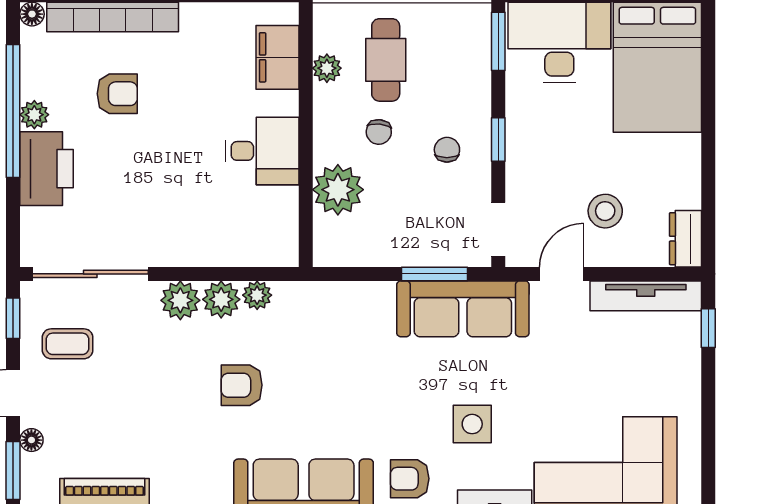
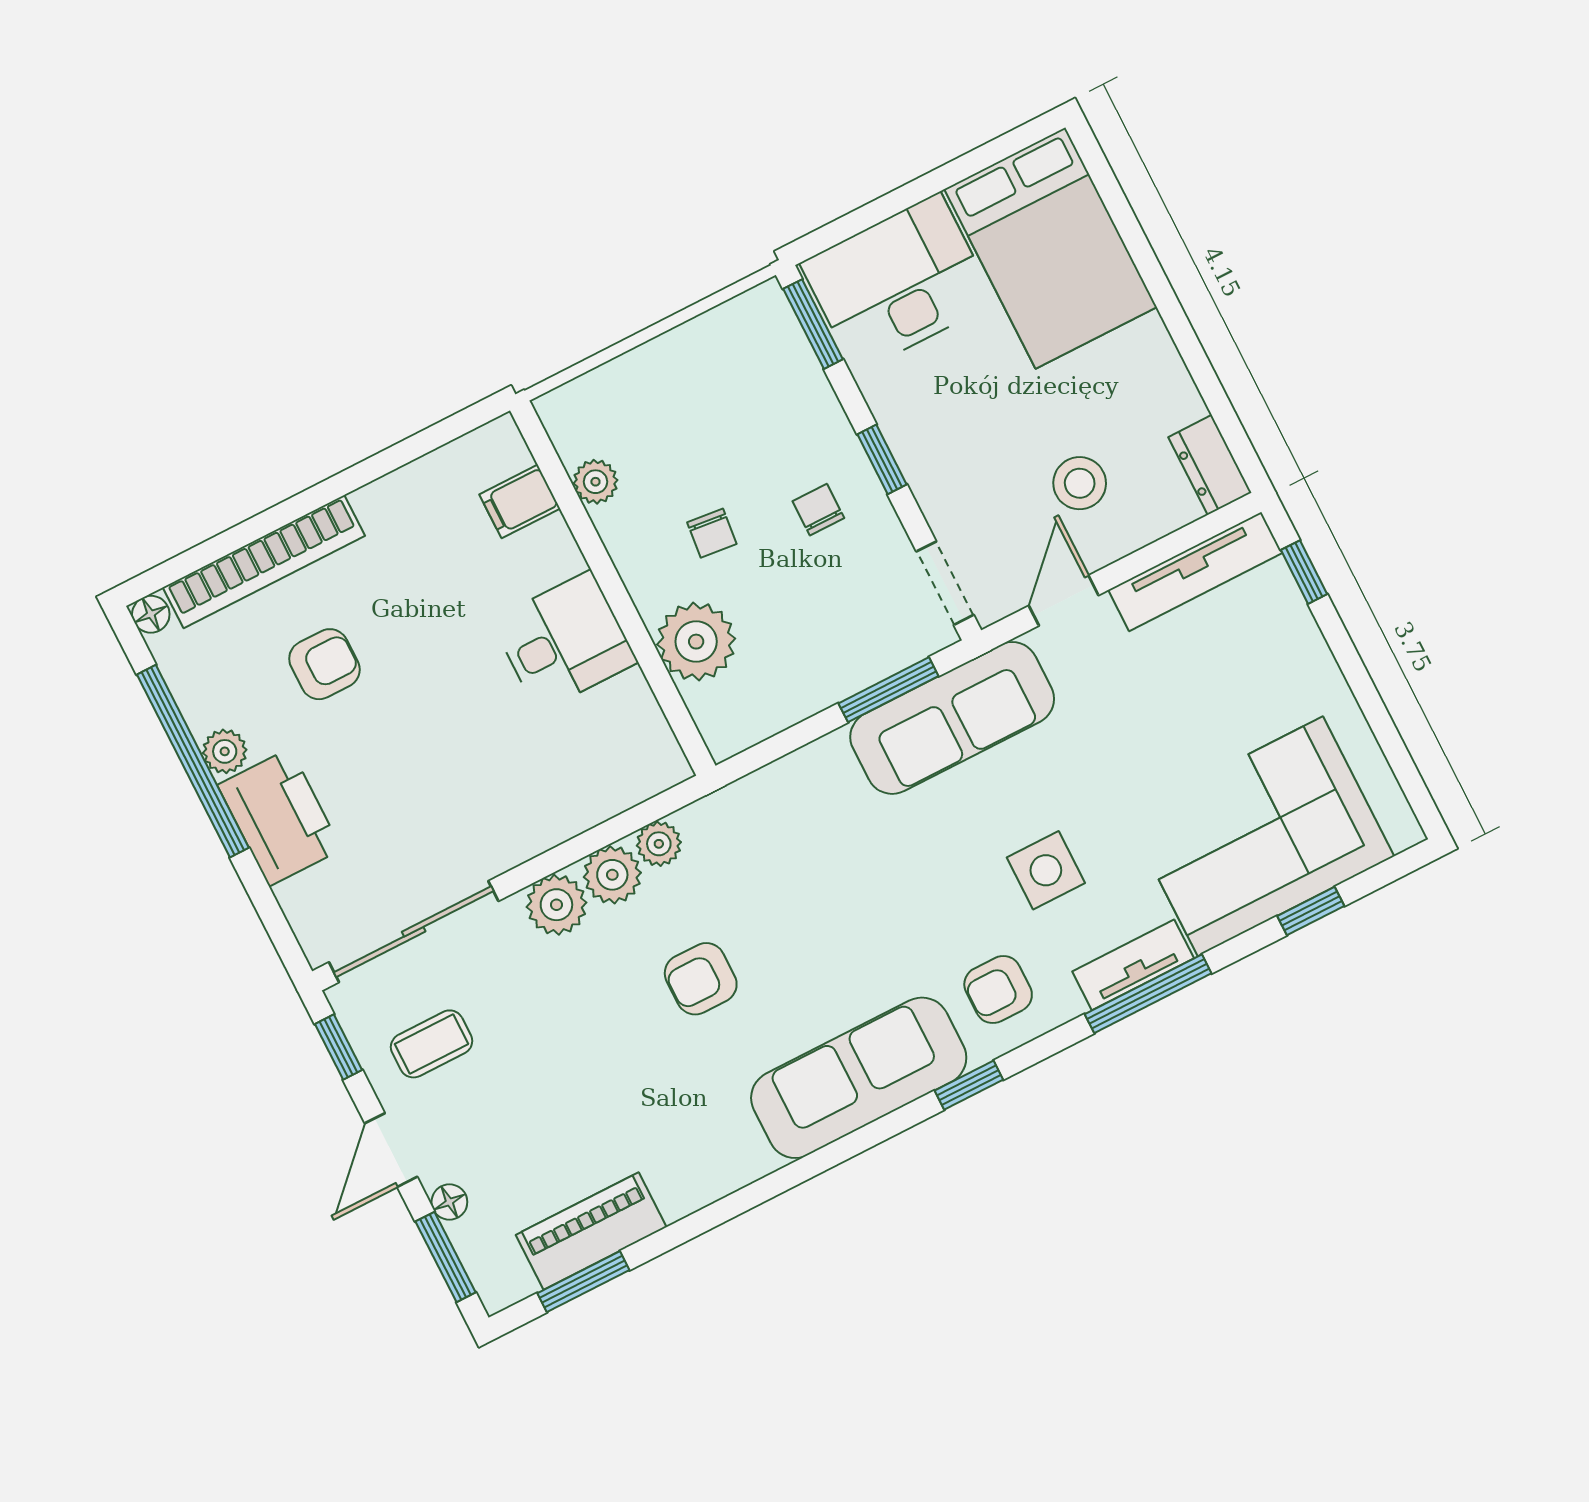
filing cabinet: (277, 57) -> (520, 501), width x0.50
cafe table: (386, 60) -> (671, 429), removed

